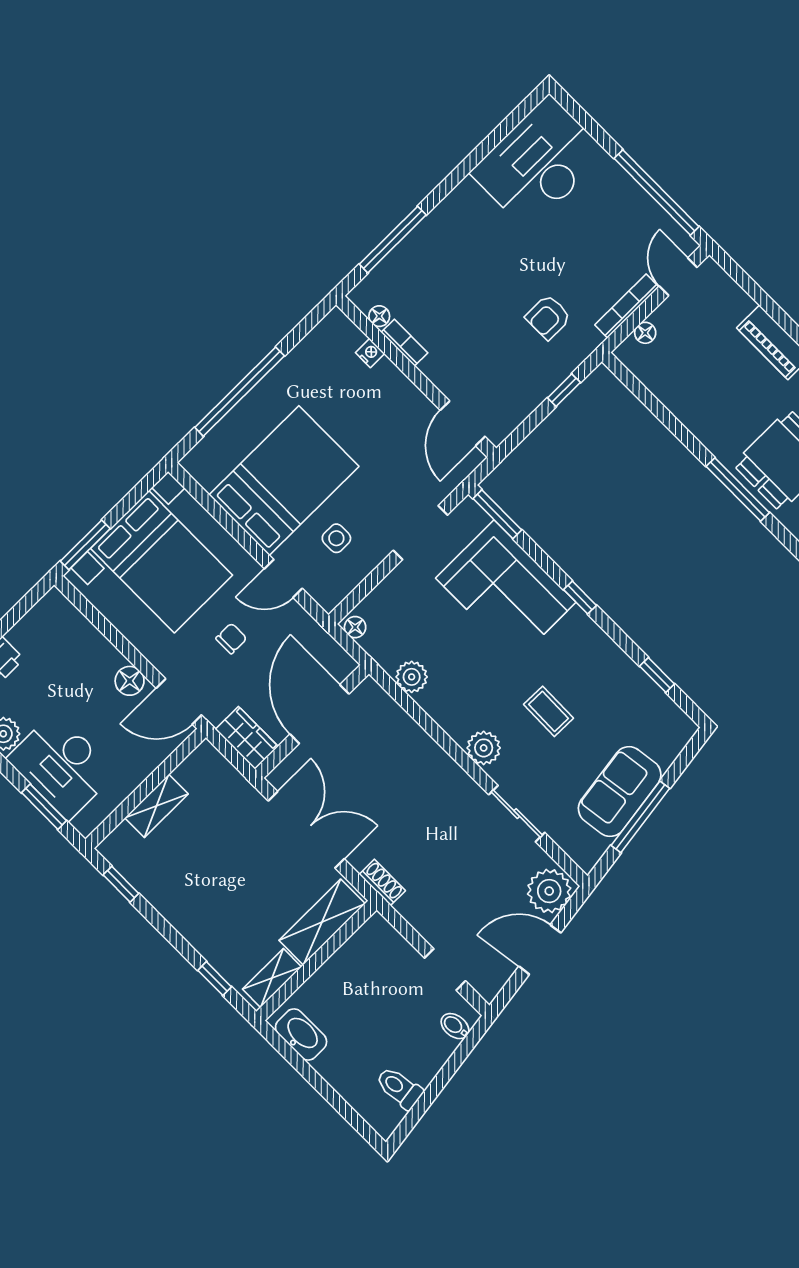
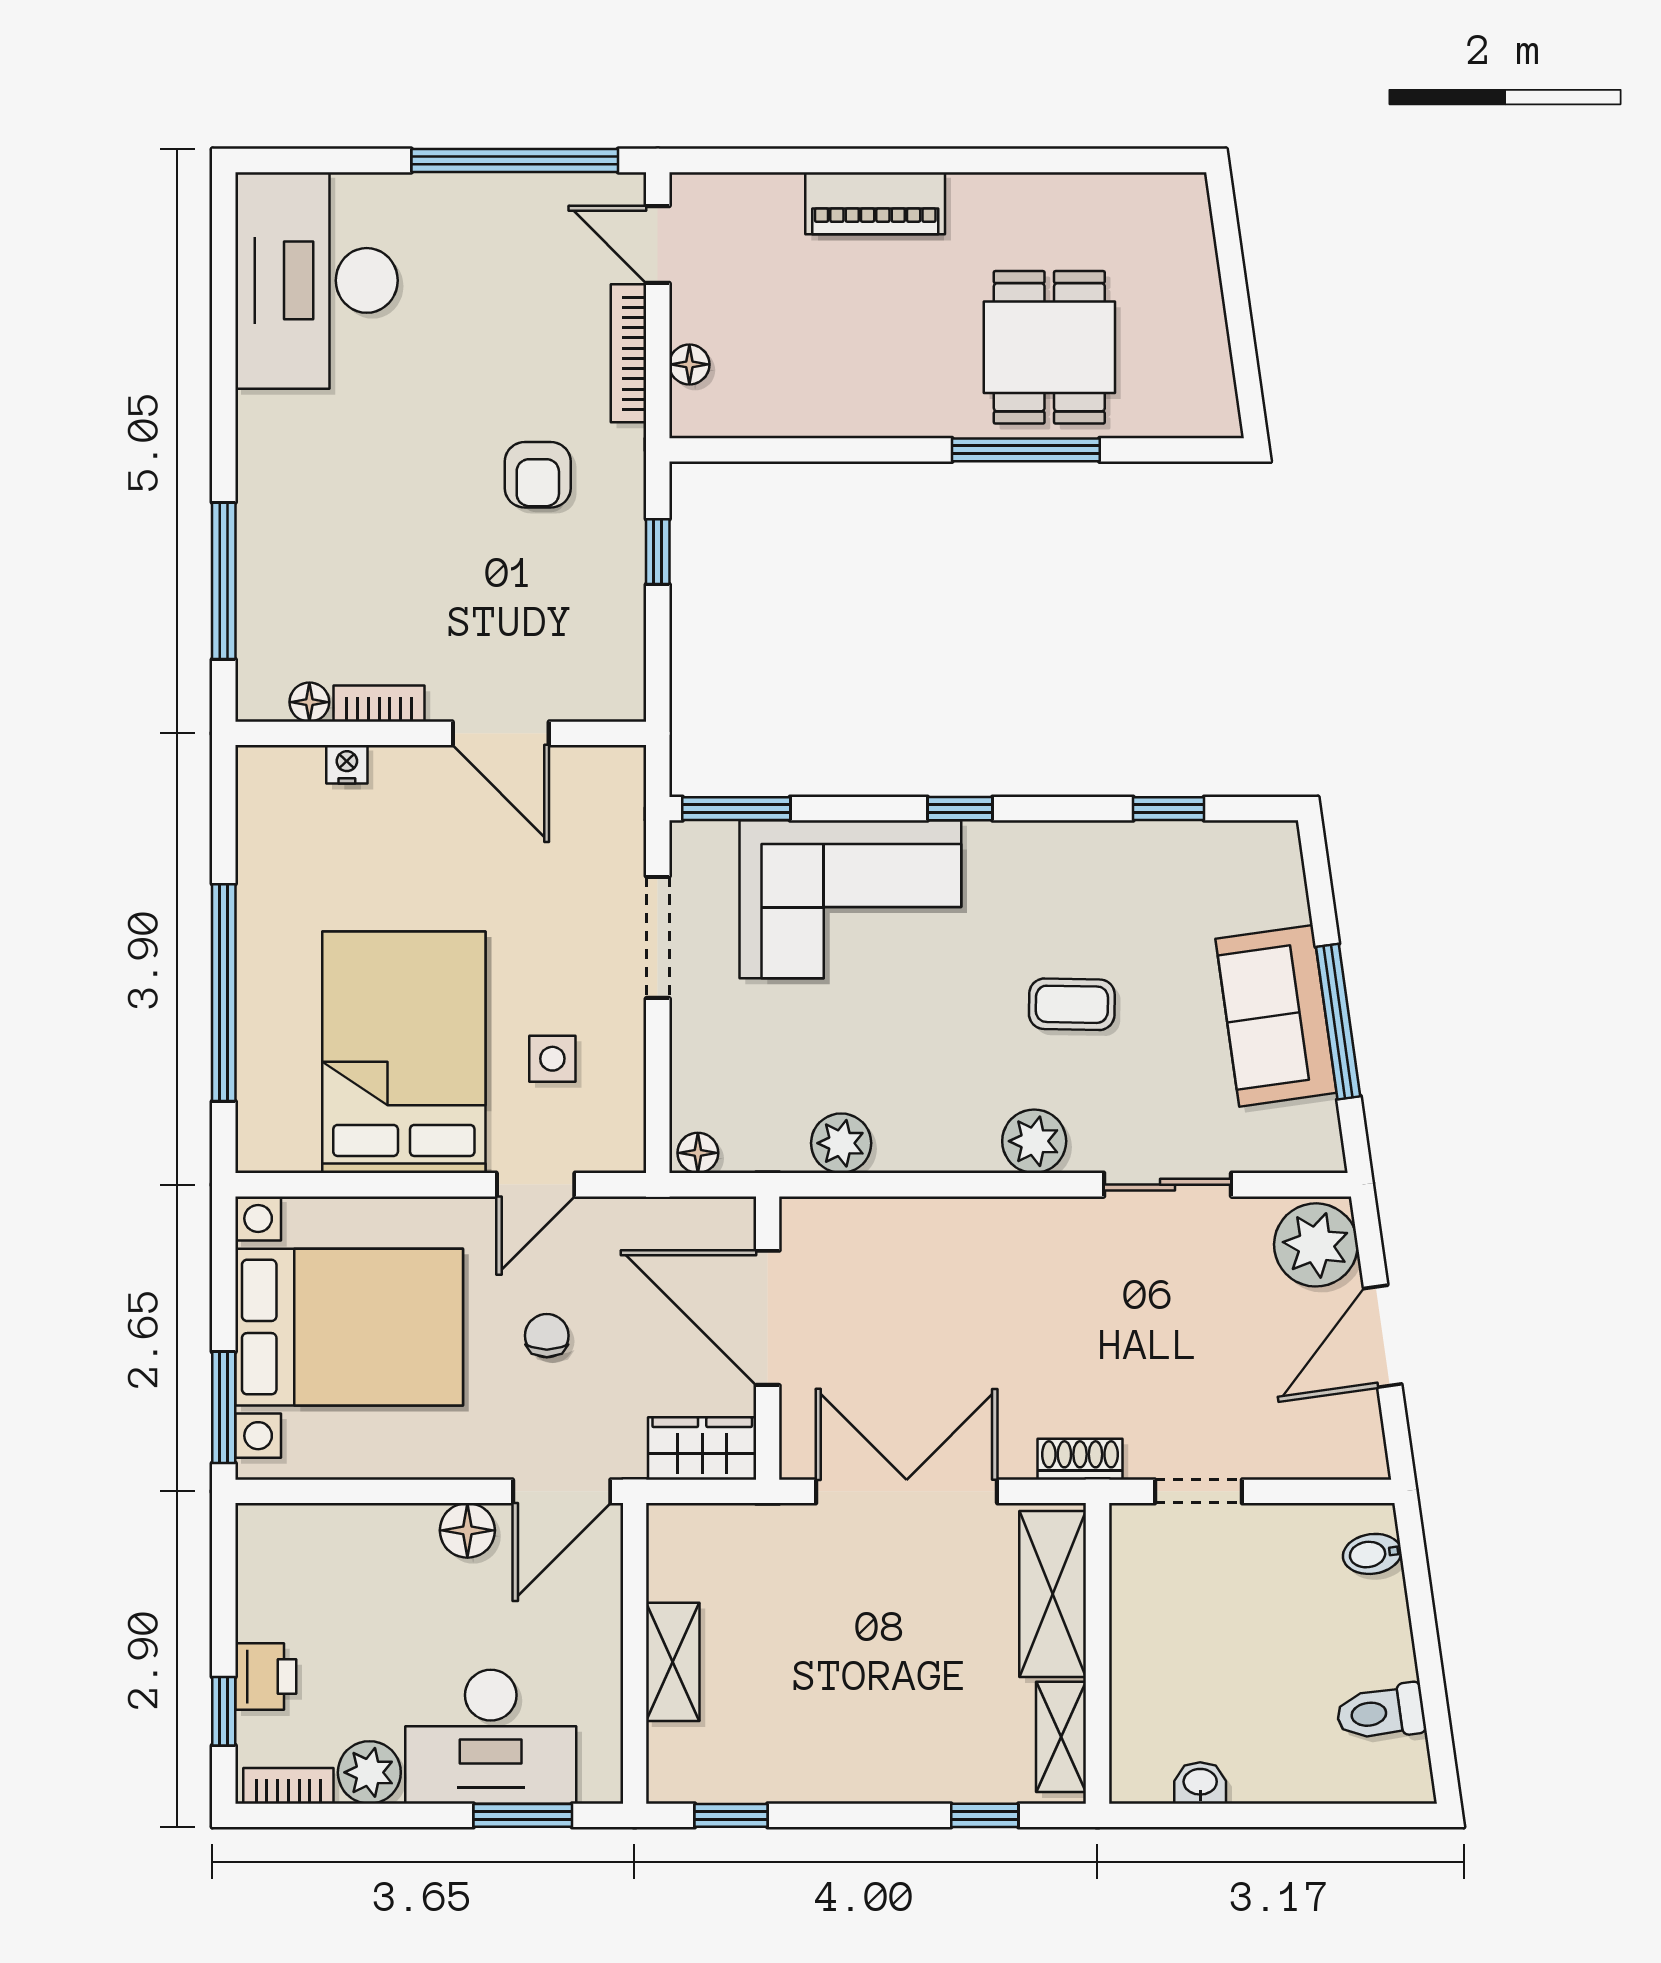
door: (463, 423) -> (501, 733), moved
doorway: (445, 969) -> (1198, 1491), moved
washbasin: (301, 1035) -> (1200, 1783), width x0.52, depth x0.69

